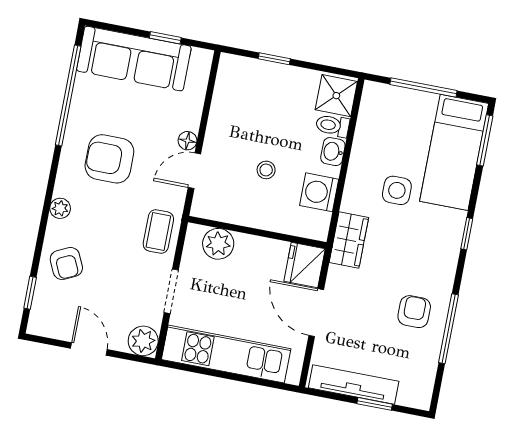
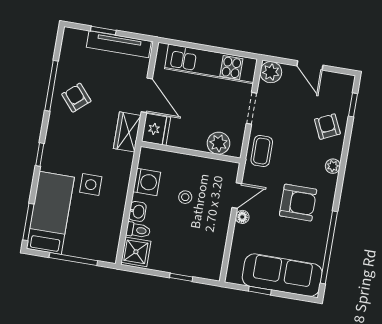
wardrobe: (349, 240) -> (127, 132), moved
armchair: (414, 312) -> (76, 98), turned 139

